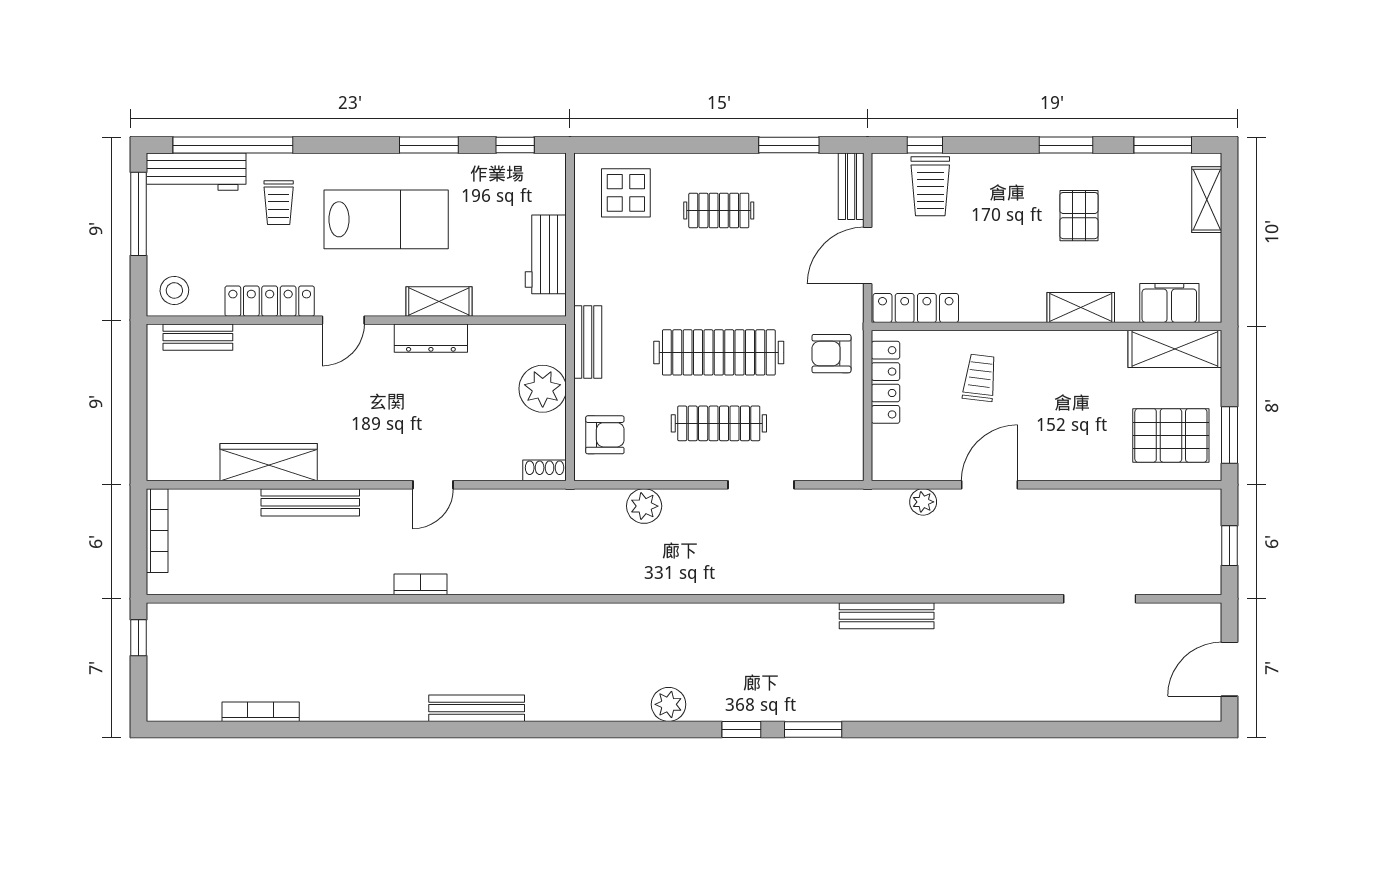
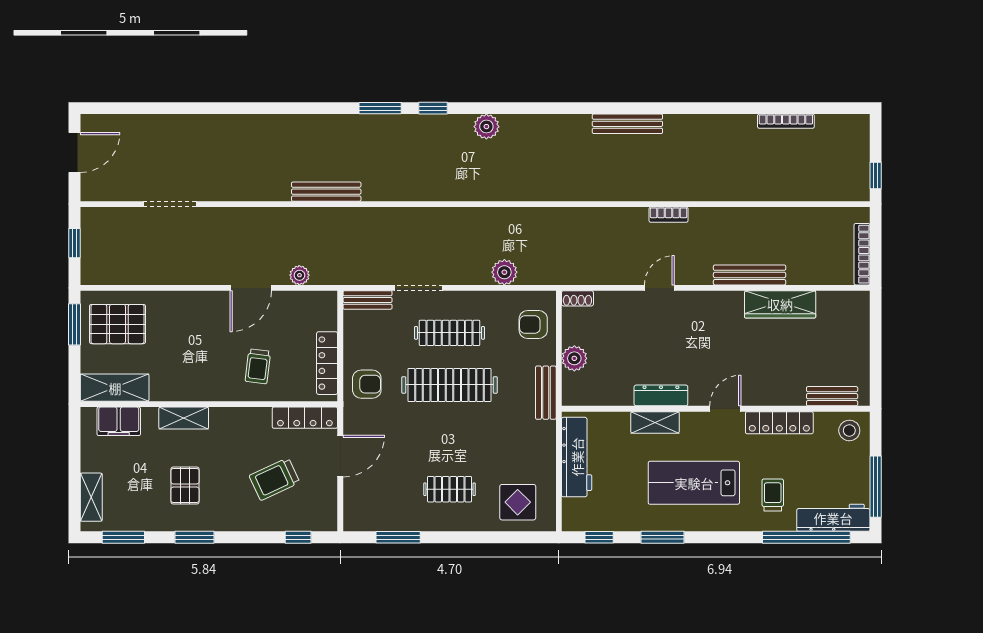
bench: (851, 186) -> (368, 300), moved, turned 90
trolley: (930, 186) -> (274, 479), moved, turned -115
workbench: (546, 254) -> (577, 457), width x1.38
plant: (543, 389) -> (574, 358), width x0.73, depth x0.73

